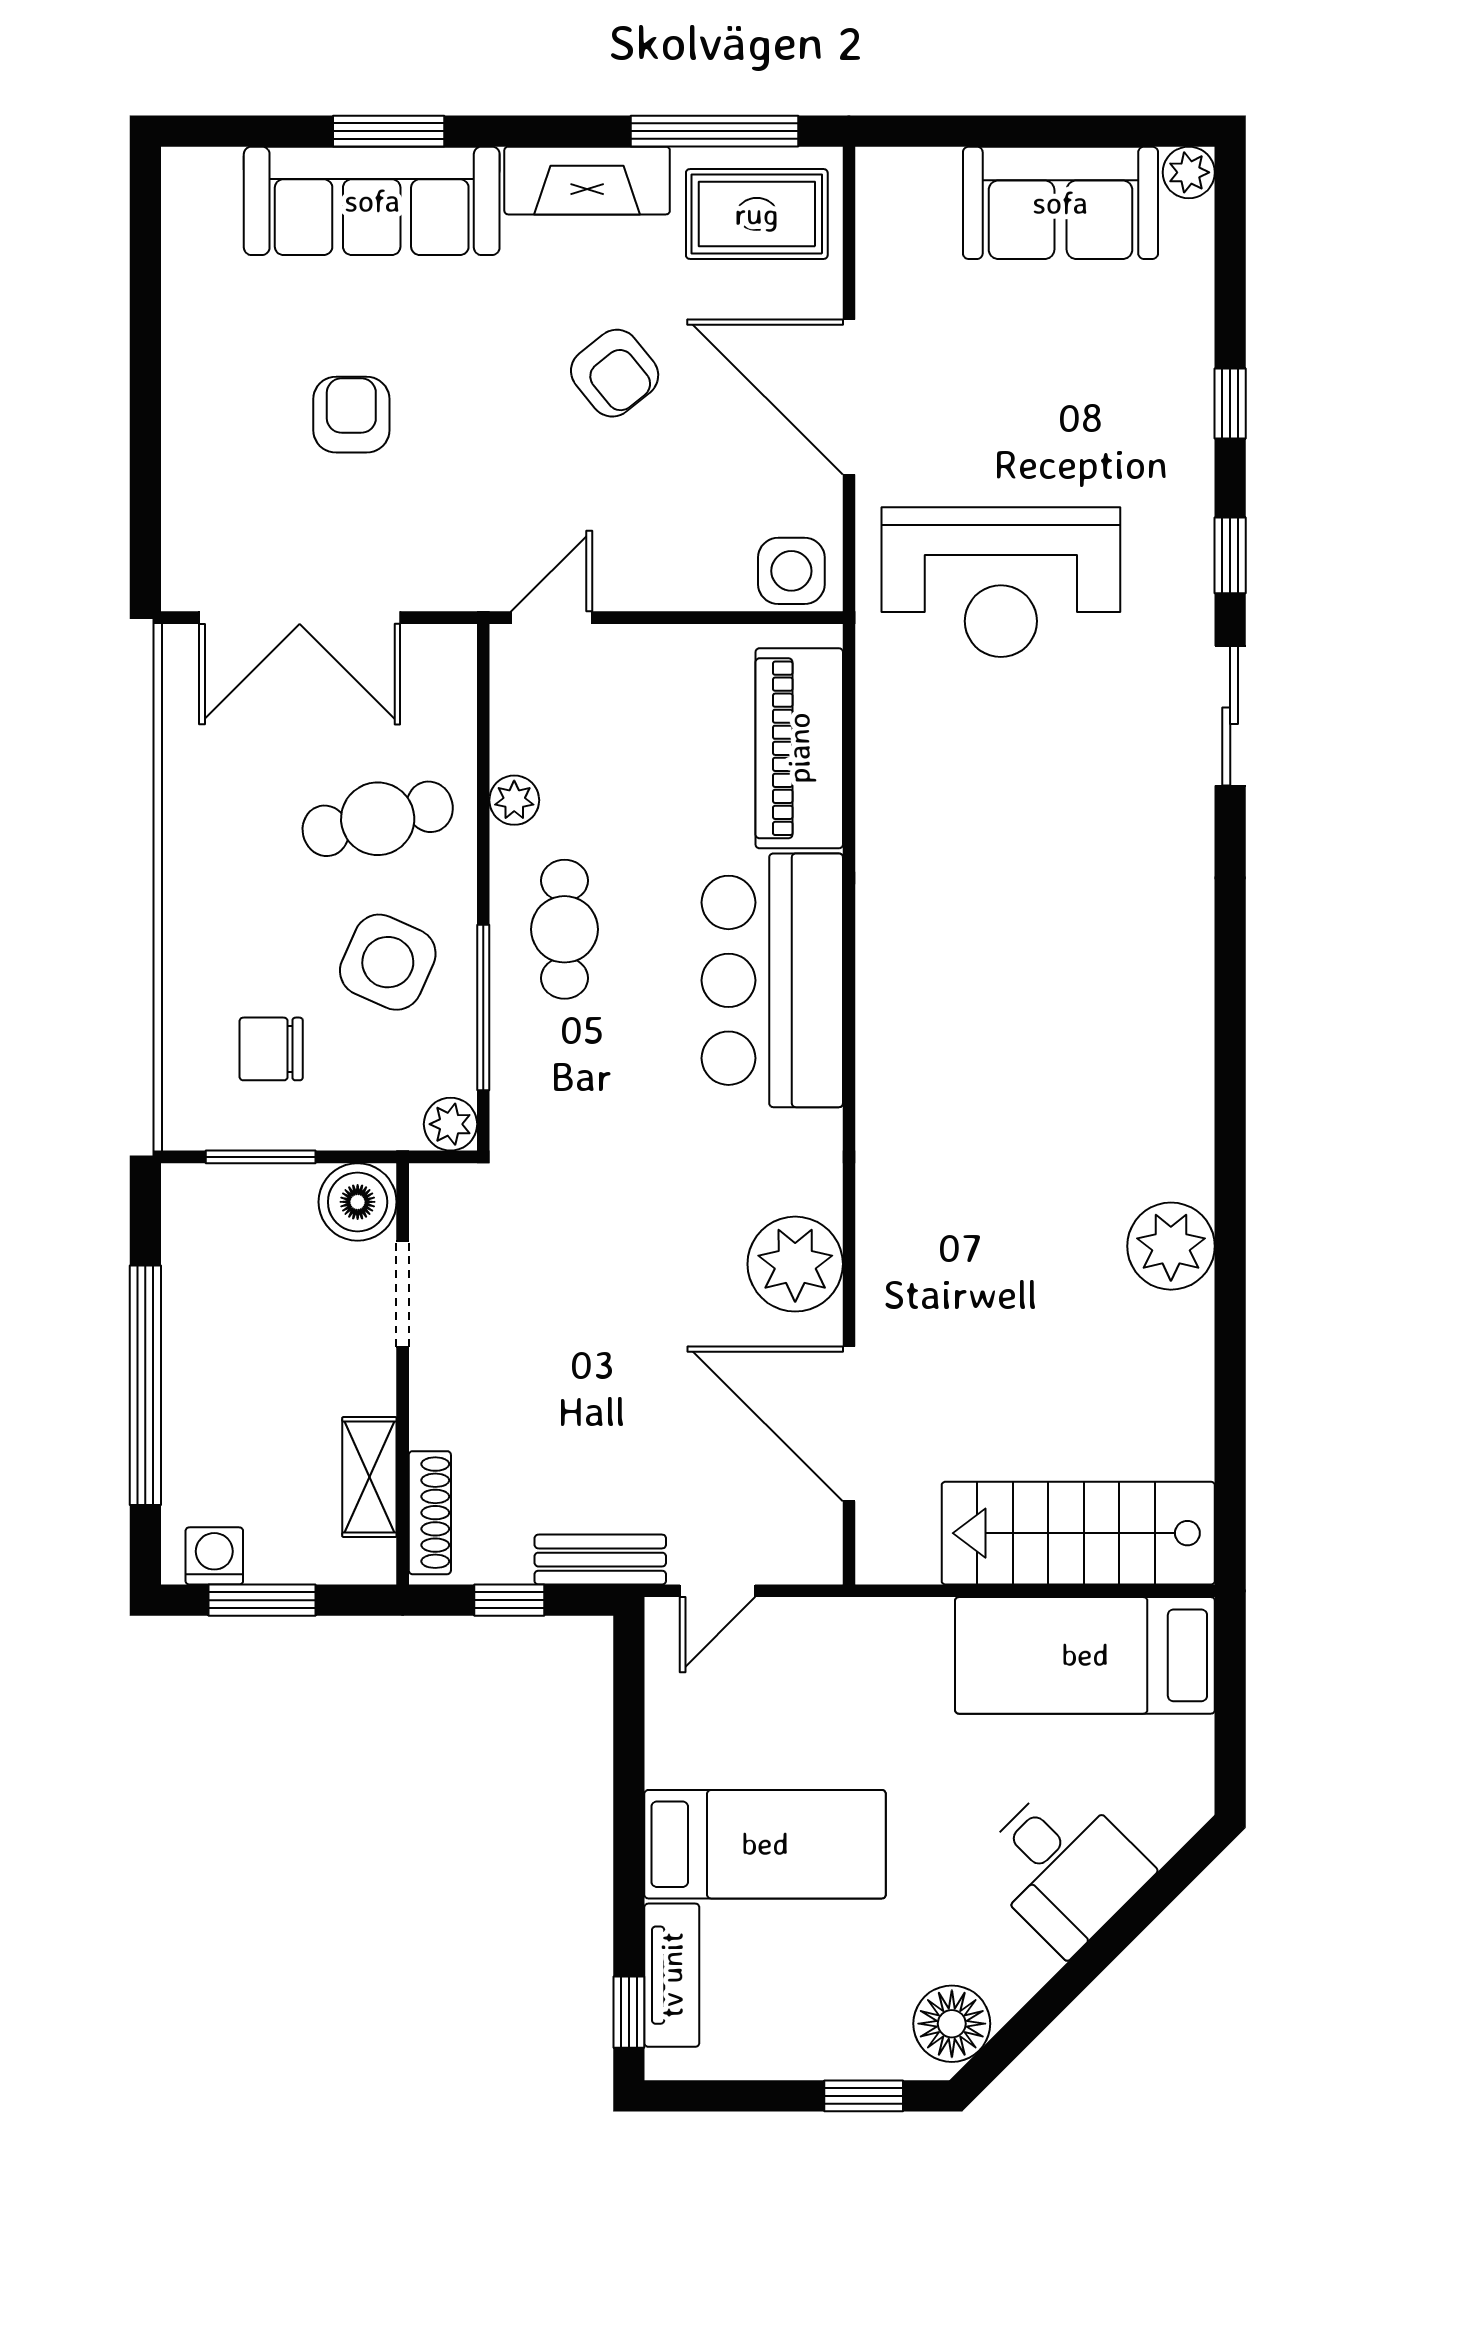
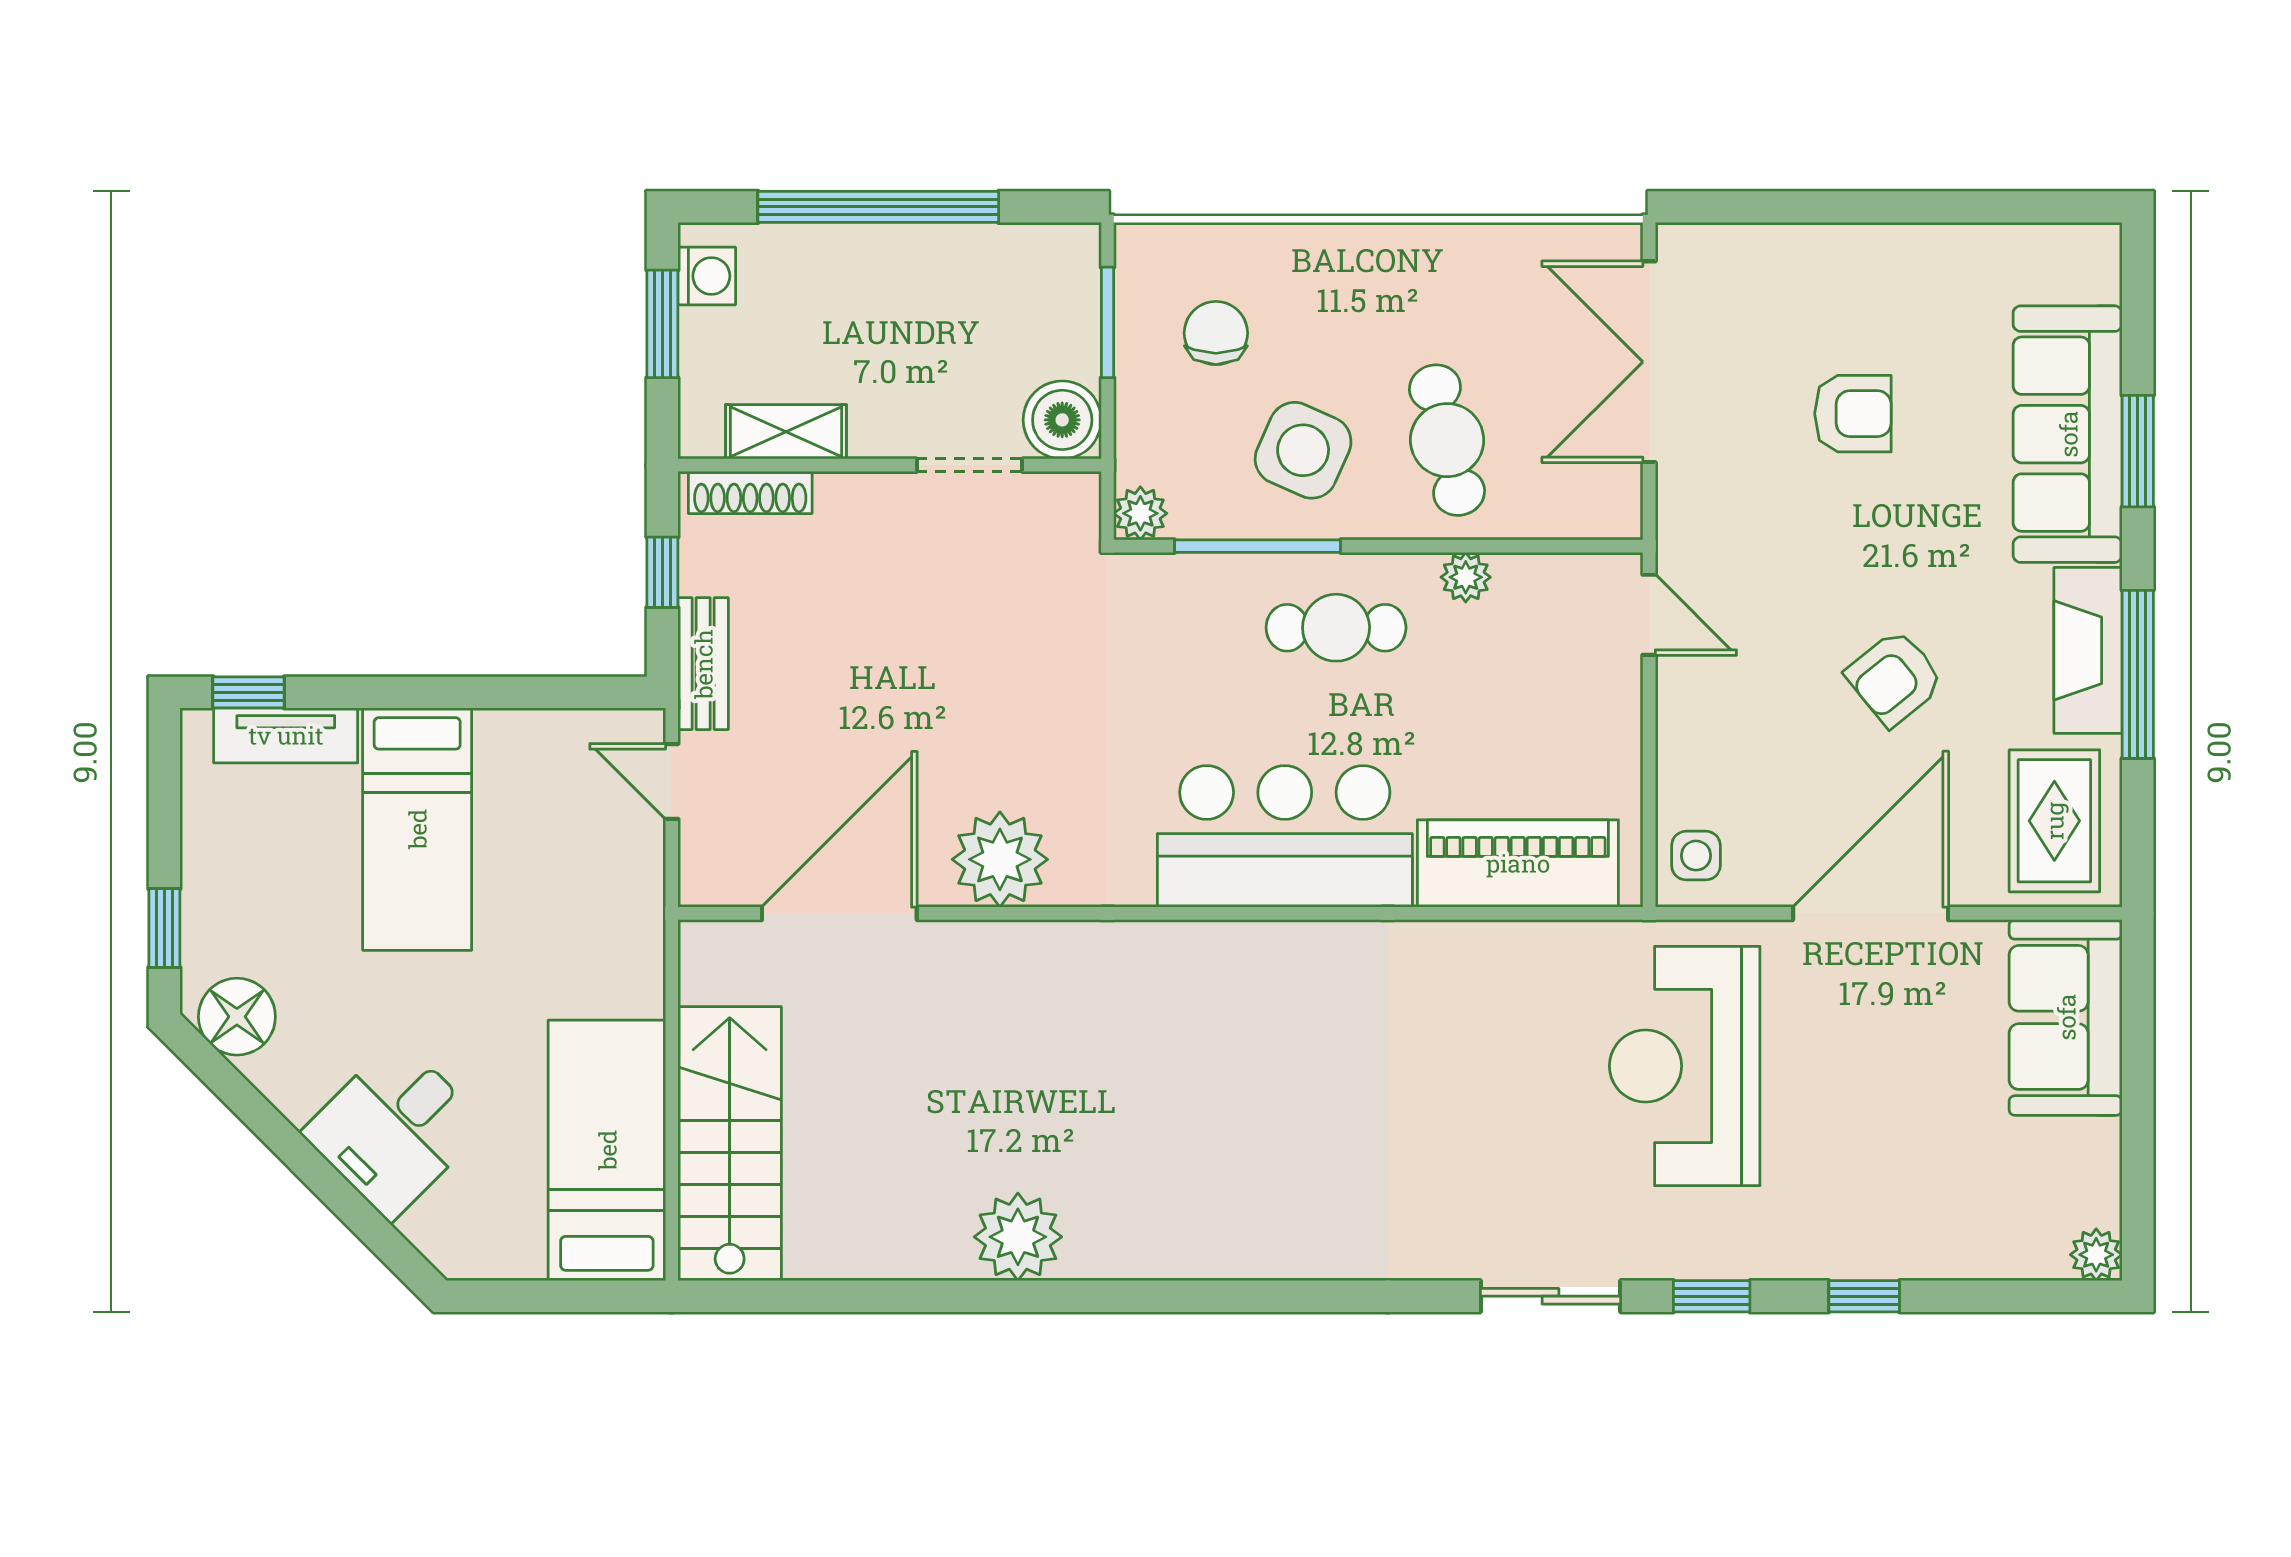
window: (715, 131) -> (2138, 674), moved
sofa: (1060, 203) -> (2066, 1017), moved
side table: (791, 571) -> (1696, 856), width x0.73, depth x0.73

